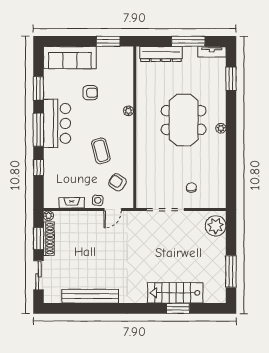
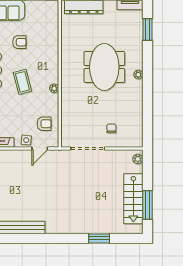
plant: (128, 111) -> (54, 88), moved
coffee table: (101, 151) -> (22, 82), moved
armchair: (117, 182) -> (44, 124), turned 146
plant: (216, 226) -> (138, 159), width x0.53, depth x0.53
stairs: (175, 293) -> (133, 199), moved, turned -90

